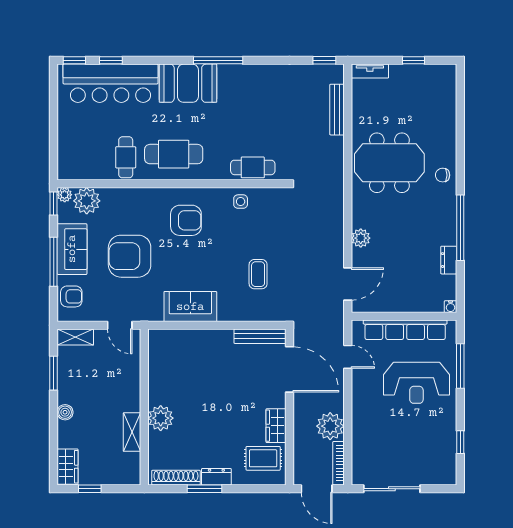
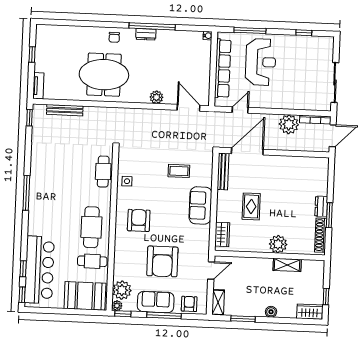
booth: (188, 83) -> (85, 296), moved, turned 90
meeting table: (389, 163) -> (104, 75), turned 90
dresser: (449, 260) -> (146, 34), moved
sofa: (190, 307) -> (200, 205), moved
wardrobe: (276, 426) -> (222, 234), moved, turned -90
rug: (263, 458) -> (251, 206), moved

